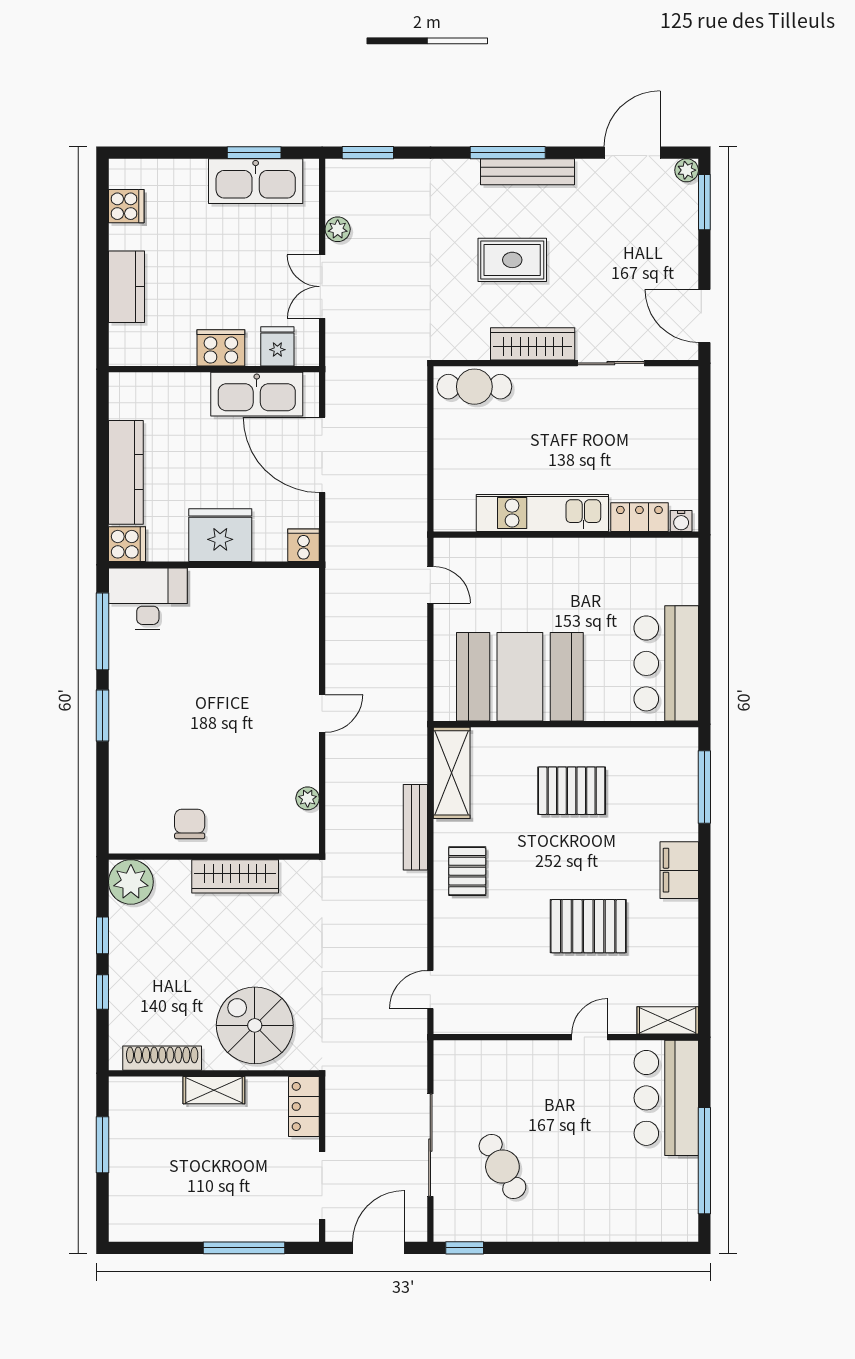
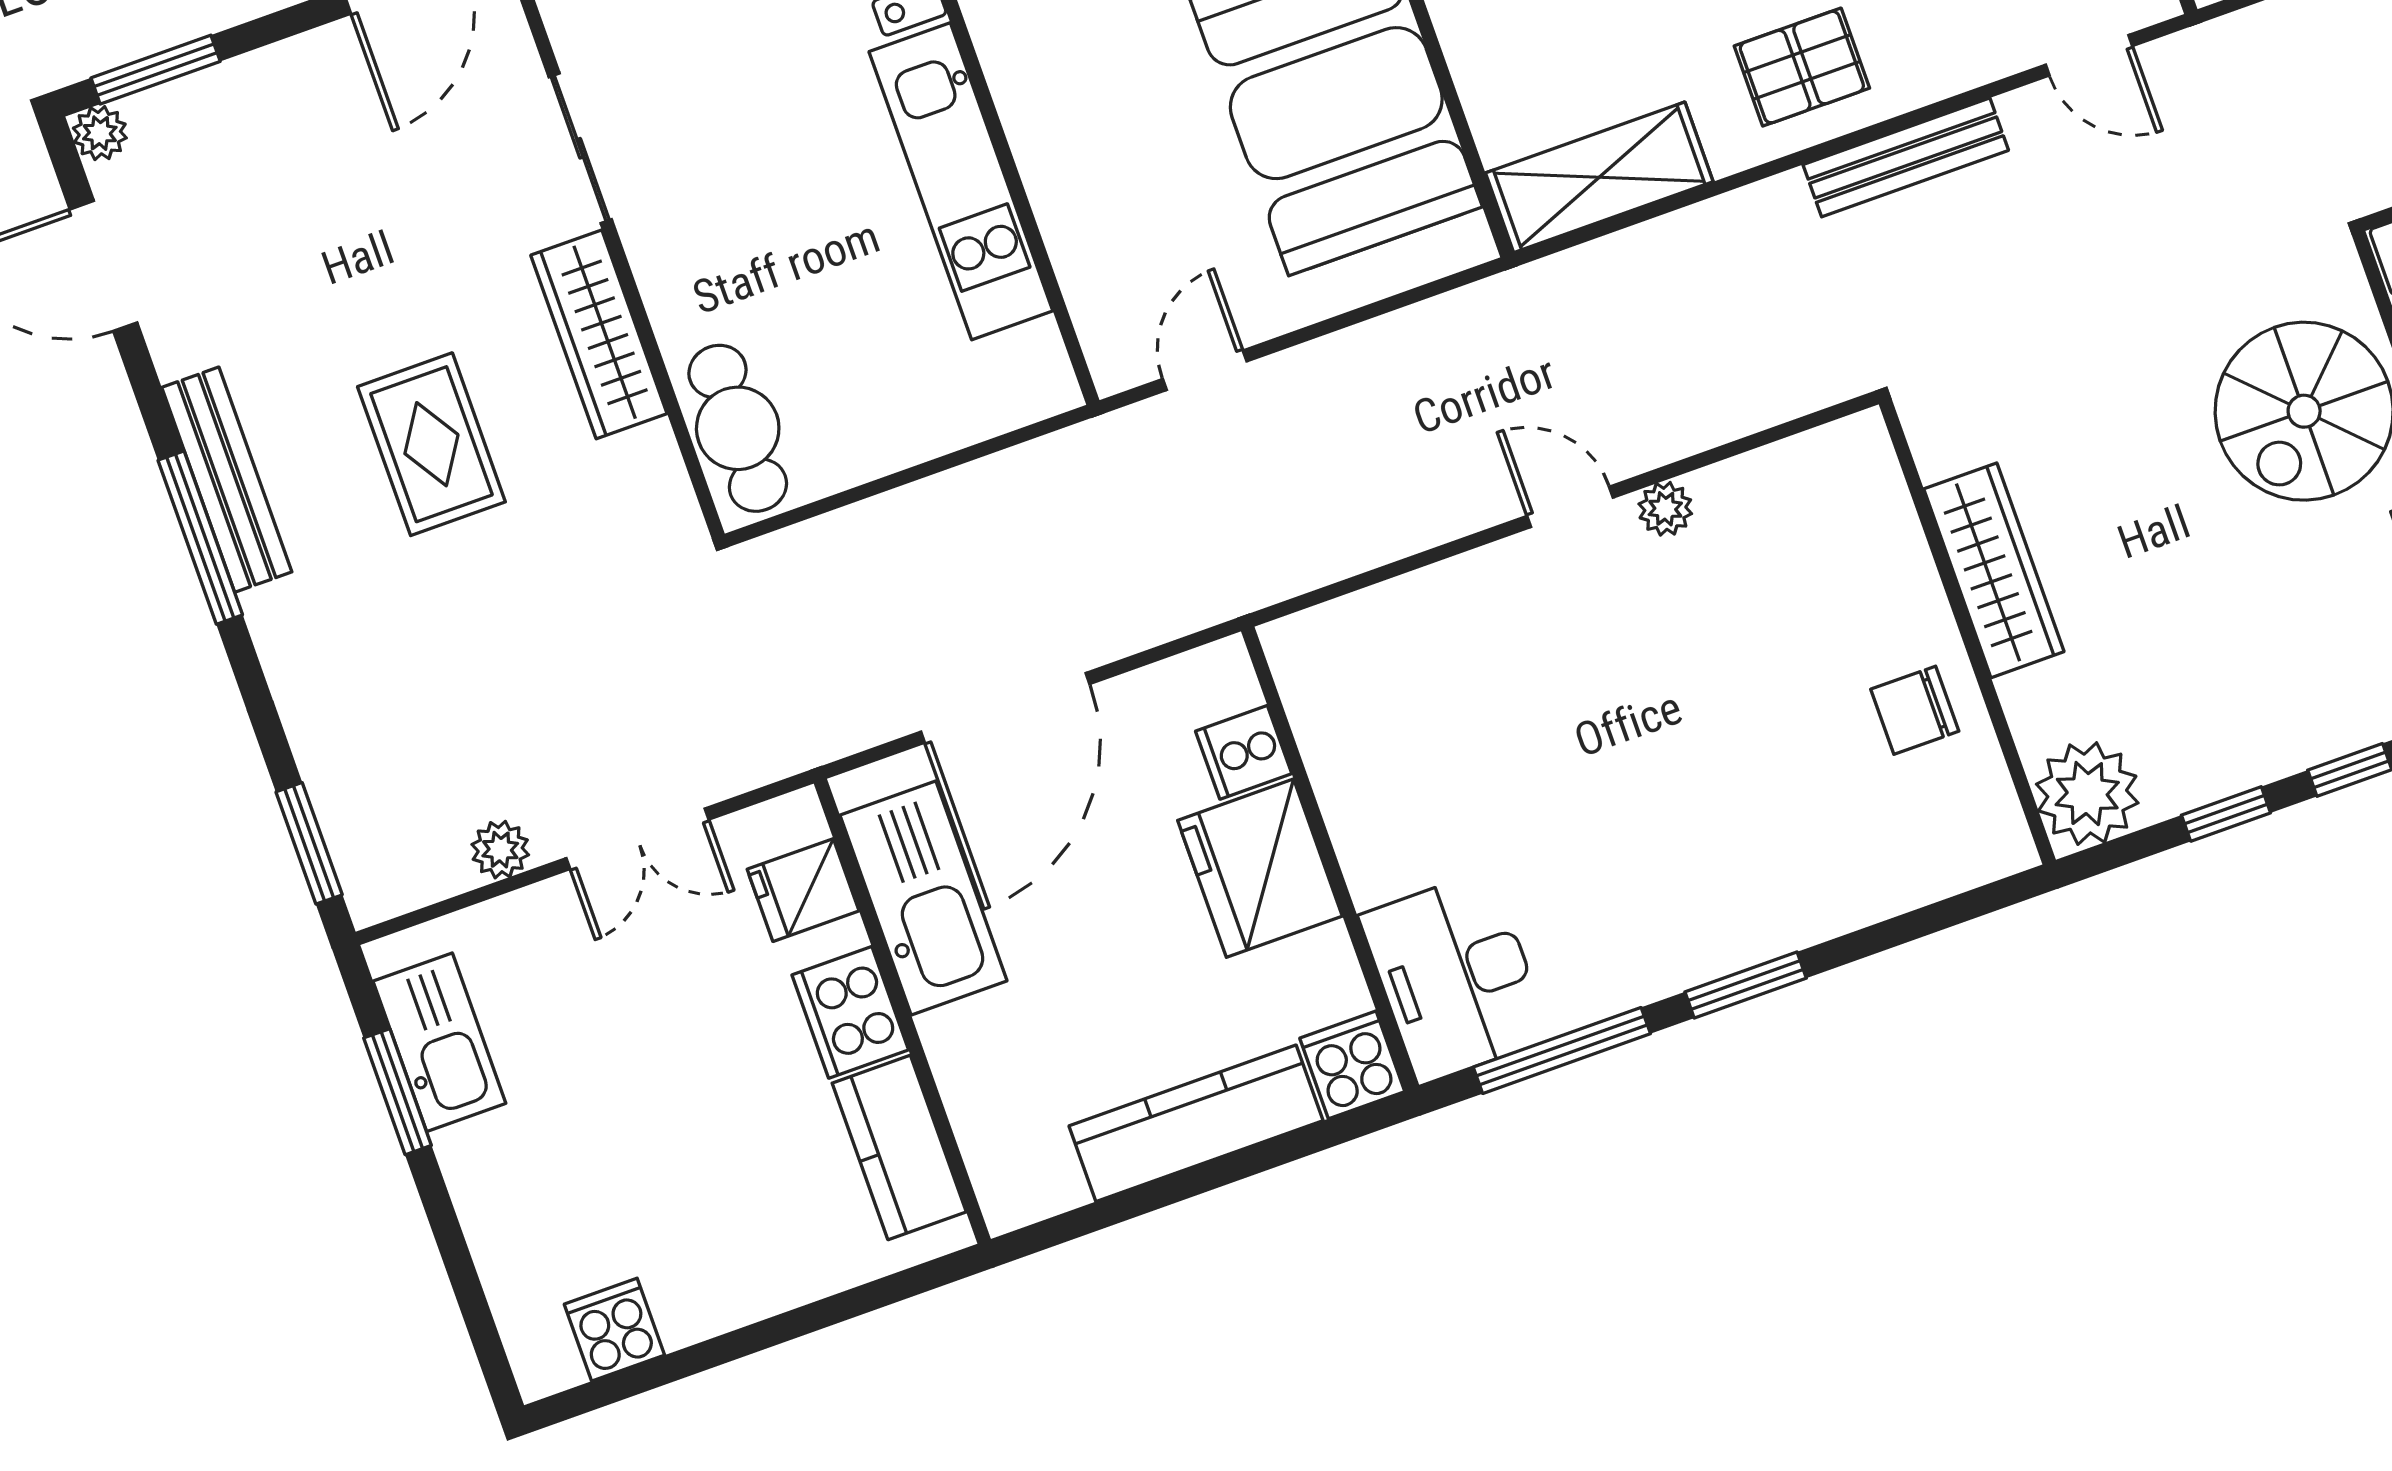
kitchen sink: (256, 181) -> (439, 1042), width x0.73, depth x0.81
kitchen counter: (126, 287) -> (899, 1147), moved, turned -90
cooker: (304, 545) -> (1244, 752), moved
plant: (308, 798) -> (1665, 509), moved
bench: (415, 827) -> (1906, 157), moved

